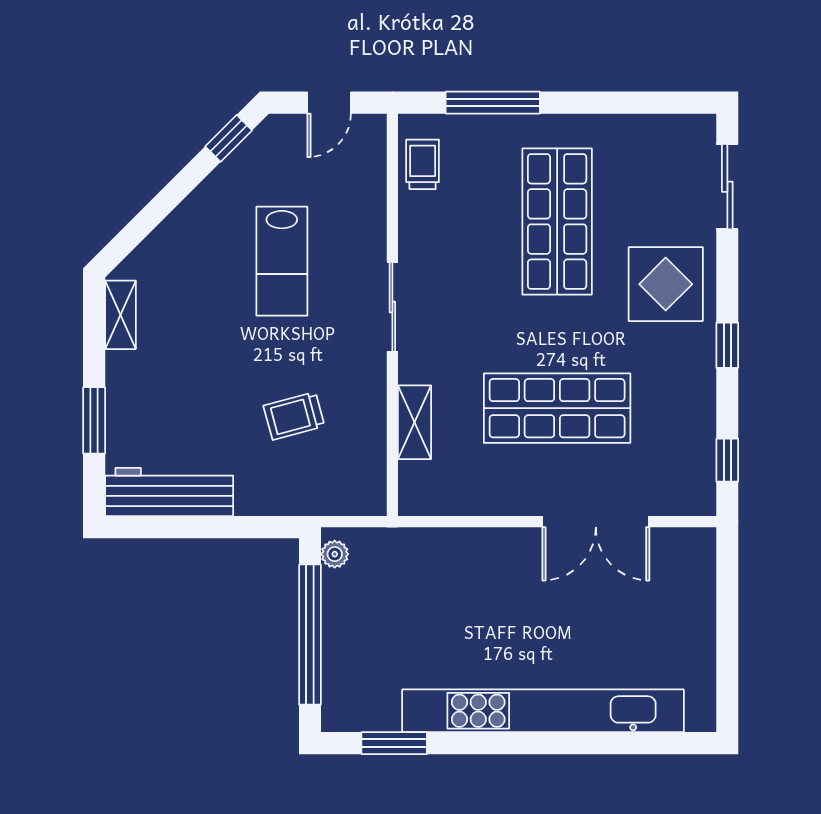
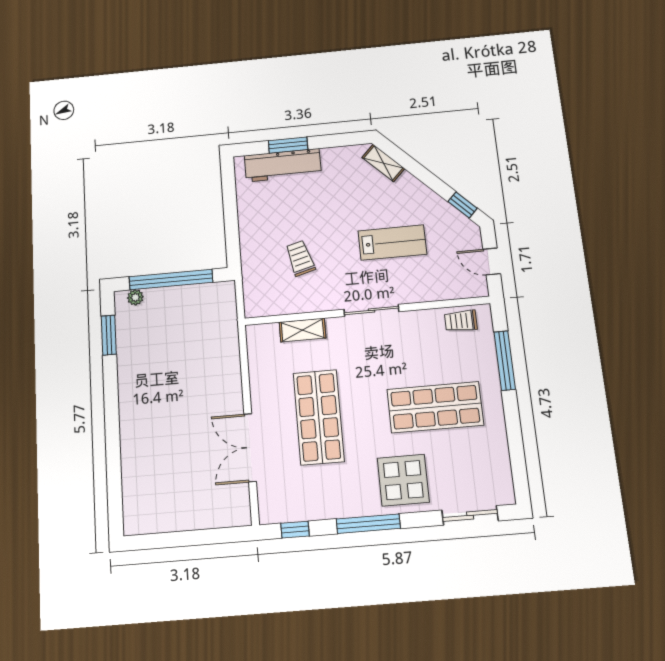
trolley: (423, 164) -> (461, 321), turned 180
lab bench: (282, 261) -> (392, 243), turned 180
shelving: (120, 315) -> (383, 163), moved, turned 45
window: (727, 345) -> (368, 524), width x2.17
workbench: (169, 492) -> (283, 165), moved, turned 90
plant: (335, 554) -> (135, 297), moved
kitchen unit: (543, 711) -> (132, 424), removed

